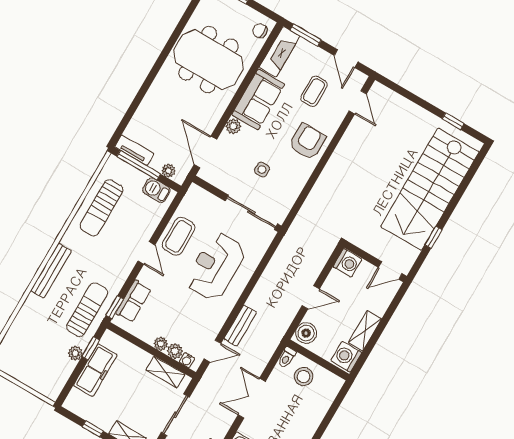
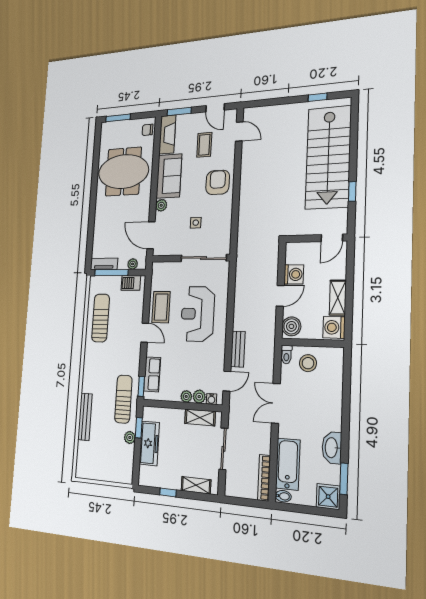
sun lounger: (102, 208) -> (101, 318), turned 180
washing machine: (348, 263) -> (294, 274), moved
bench: (51, 271) -> (85, 417), moved

